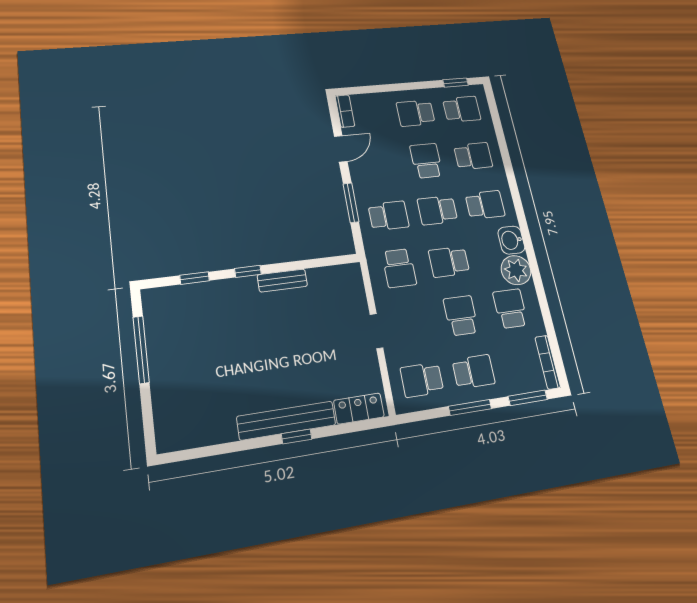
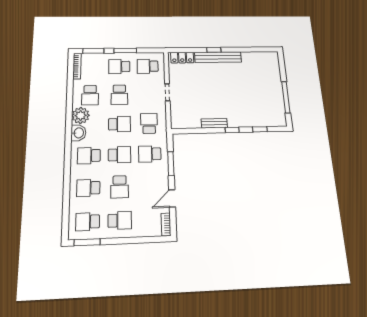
window: (455, 83) -> (87, 242), width x1.50
school desk: (422, 380) -> (148, 66), turned 180

